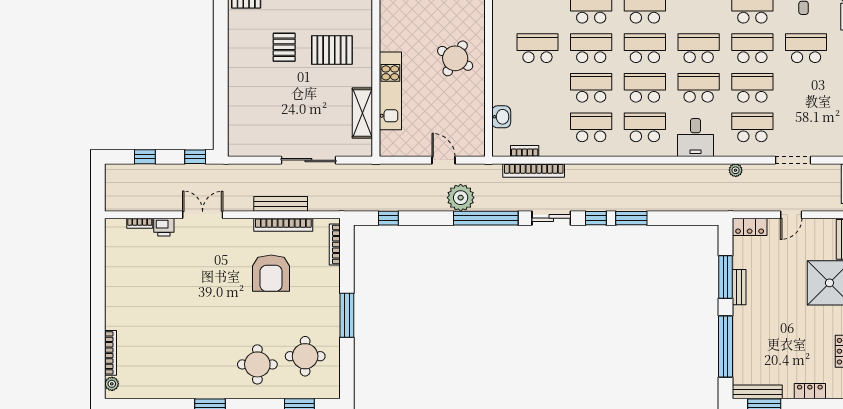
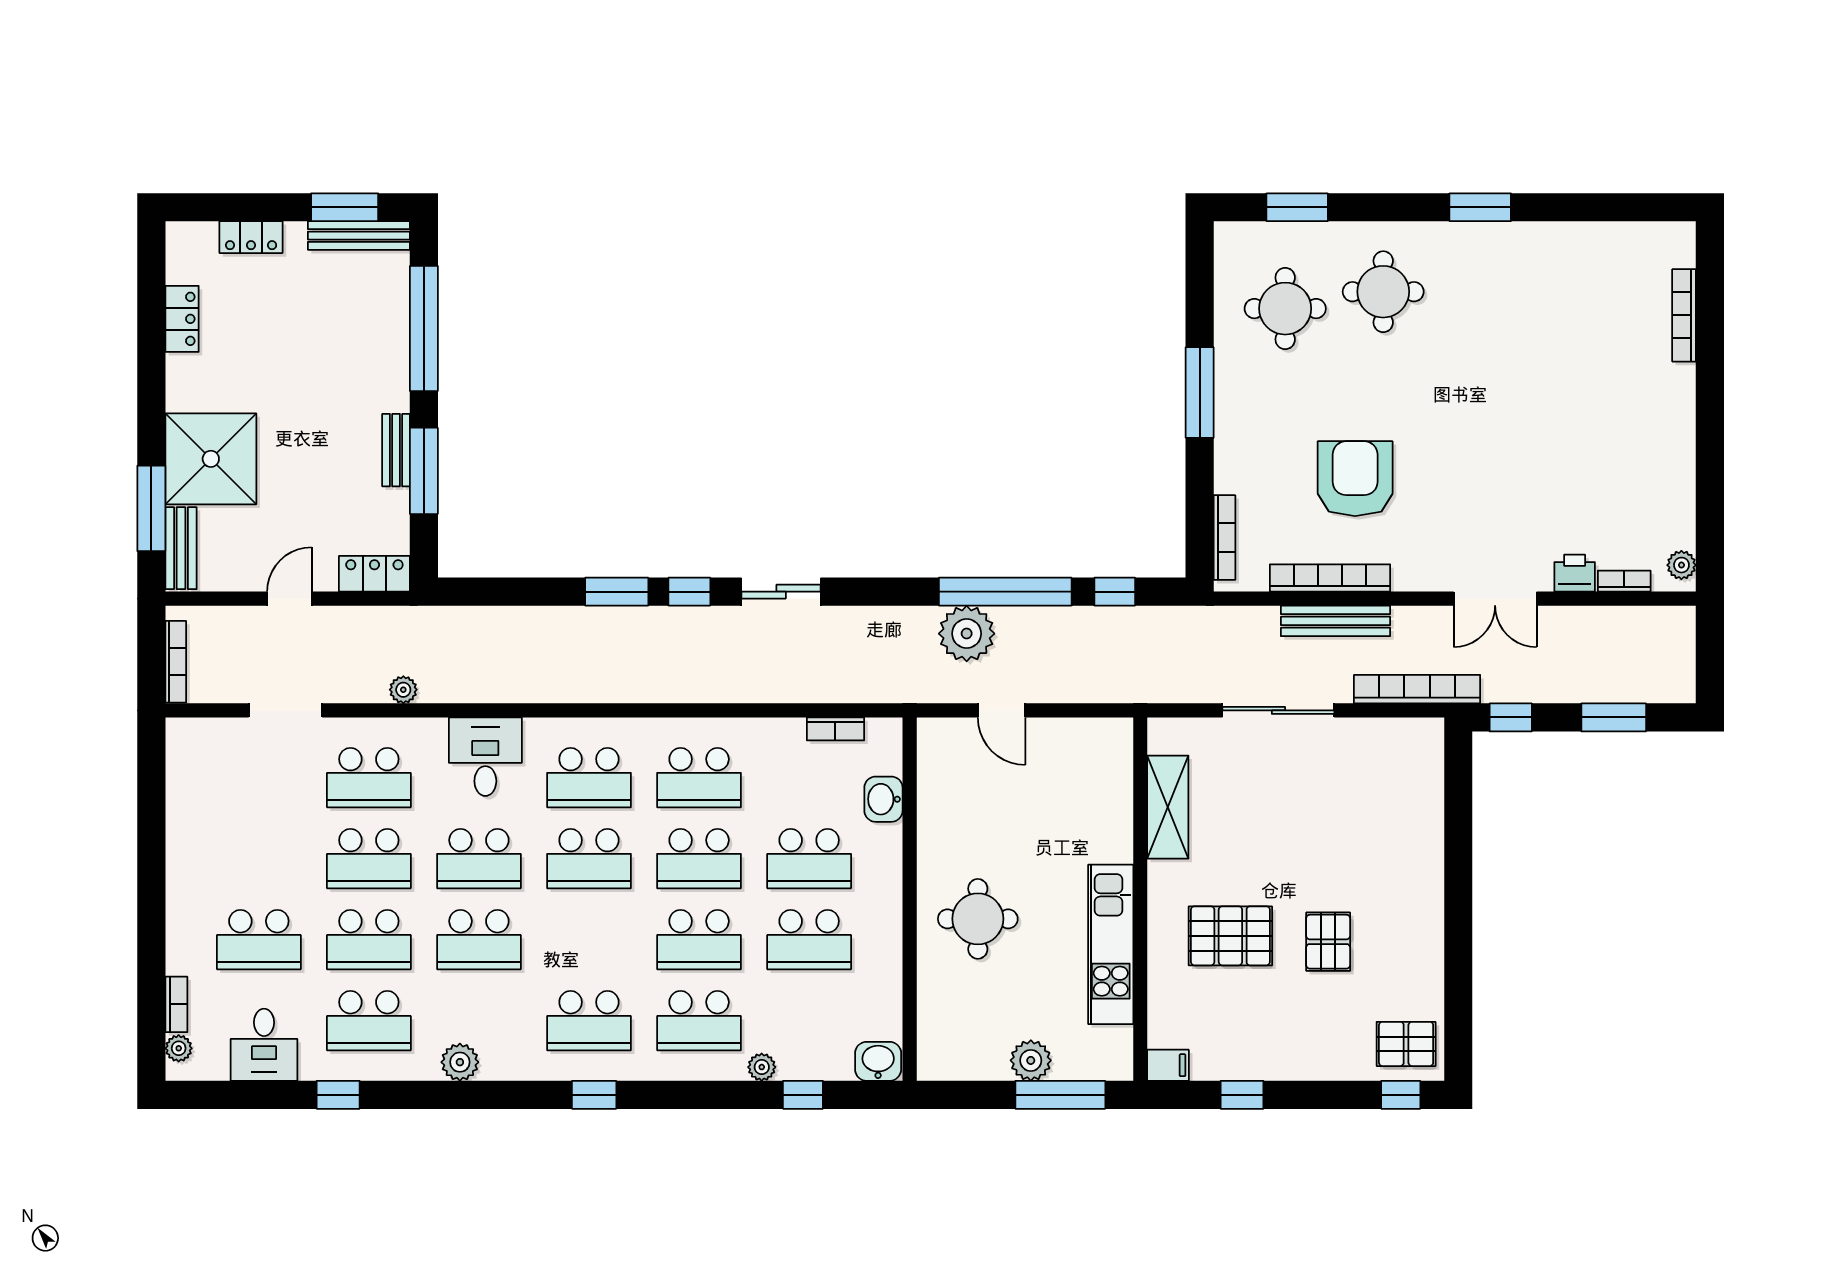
school desk: (645, 48) -> (809, 859), moved
round table: (455, 58) -> (978, 919), turned -30
kitchen unit: (390, 91) -> (1111, 944), moved
window: (145, 157) -> (1614, 717), width x1.50
bookcase: (534, 170) -> (1417, 689), moved
window: (486, 218) -> (1005, 592), moved
plant: (112, 384) -> (1681, 565), moved

